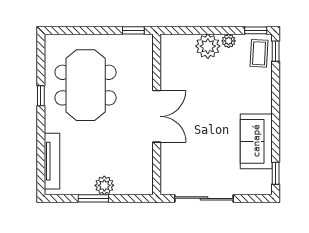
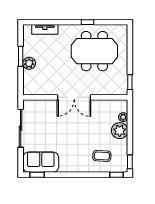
plant: (229, 41) -> (123, 117), moved
coffee table: (259, 53) -> (102, 156), moved
sofa: (256, 141) -> (41, 162), moved
tv unit: (52, 161) -> (45, 29), width x0.71

